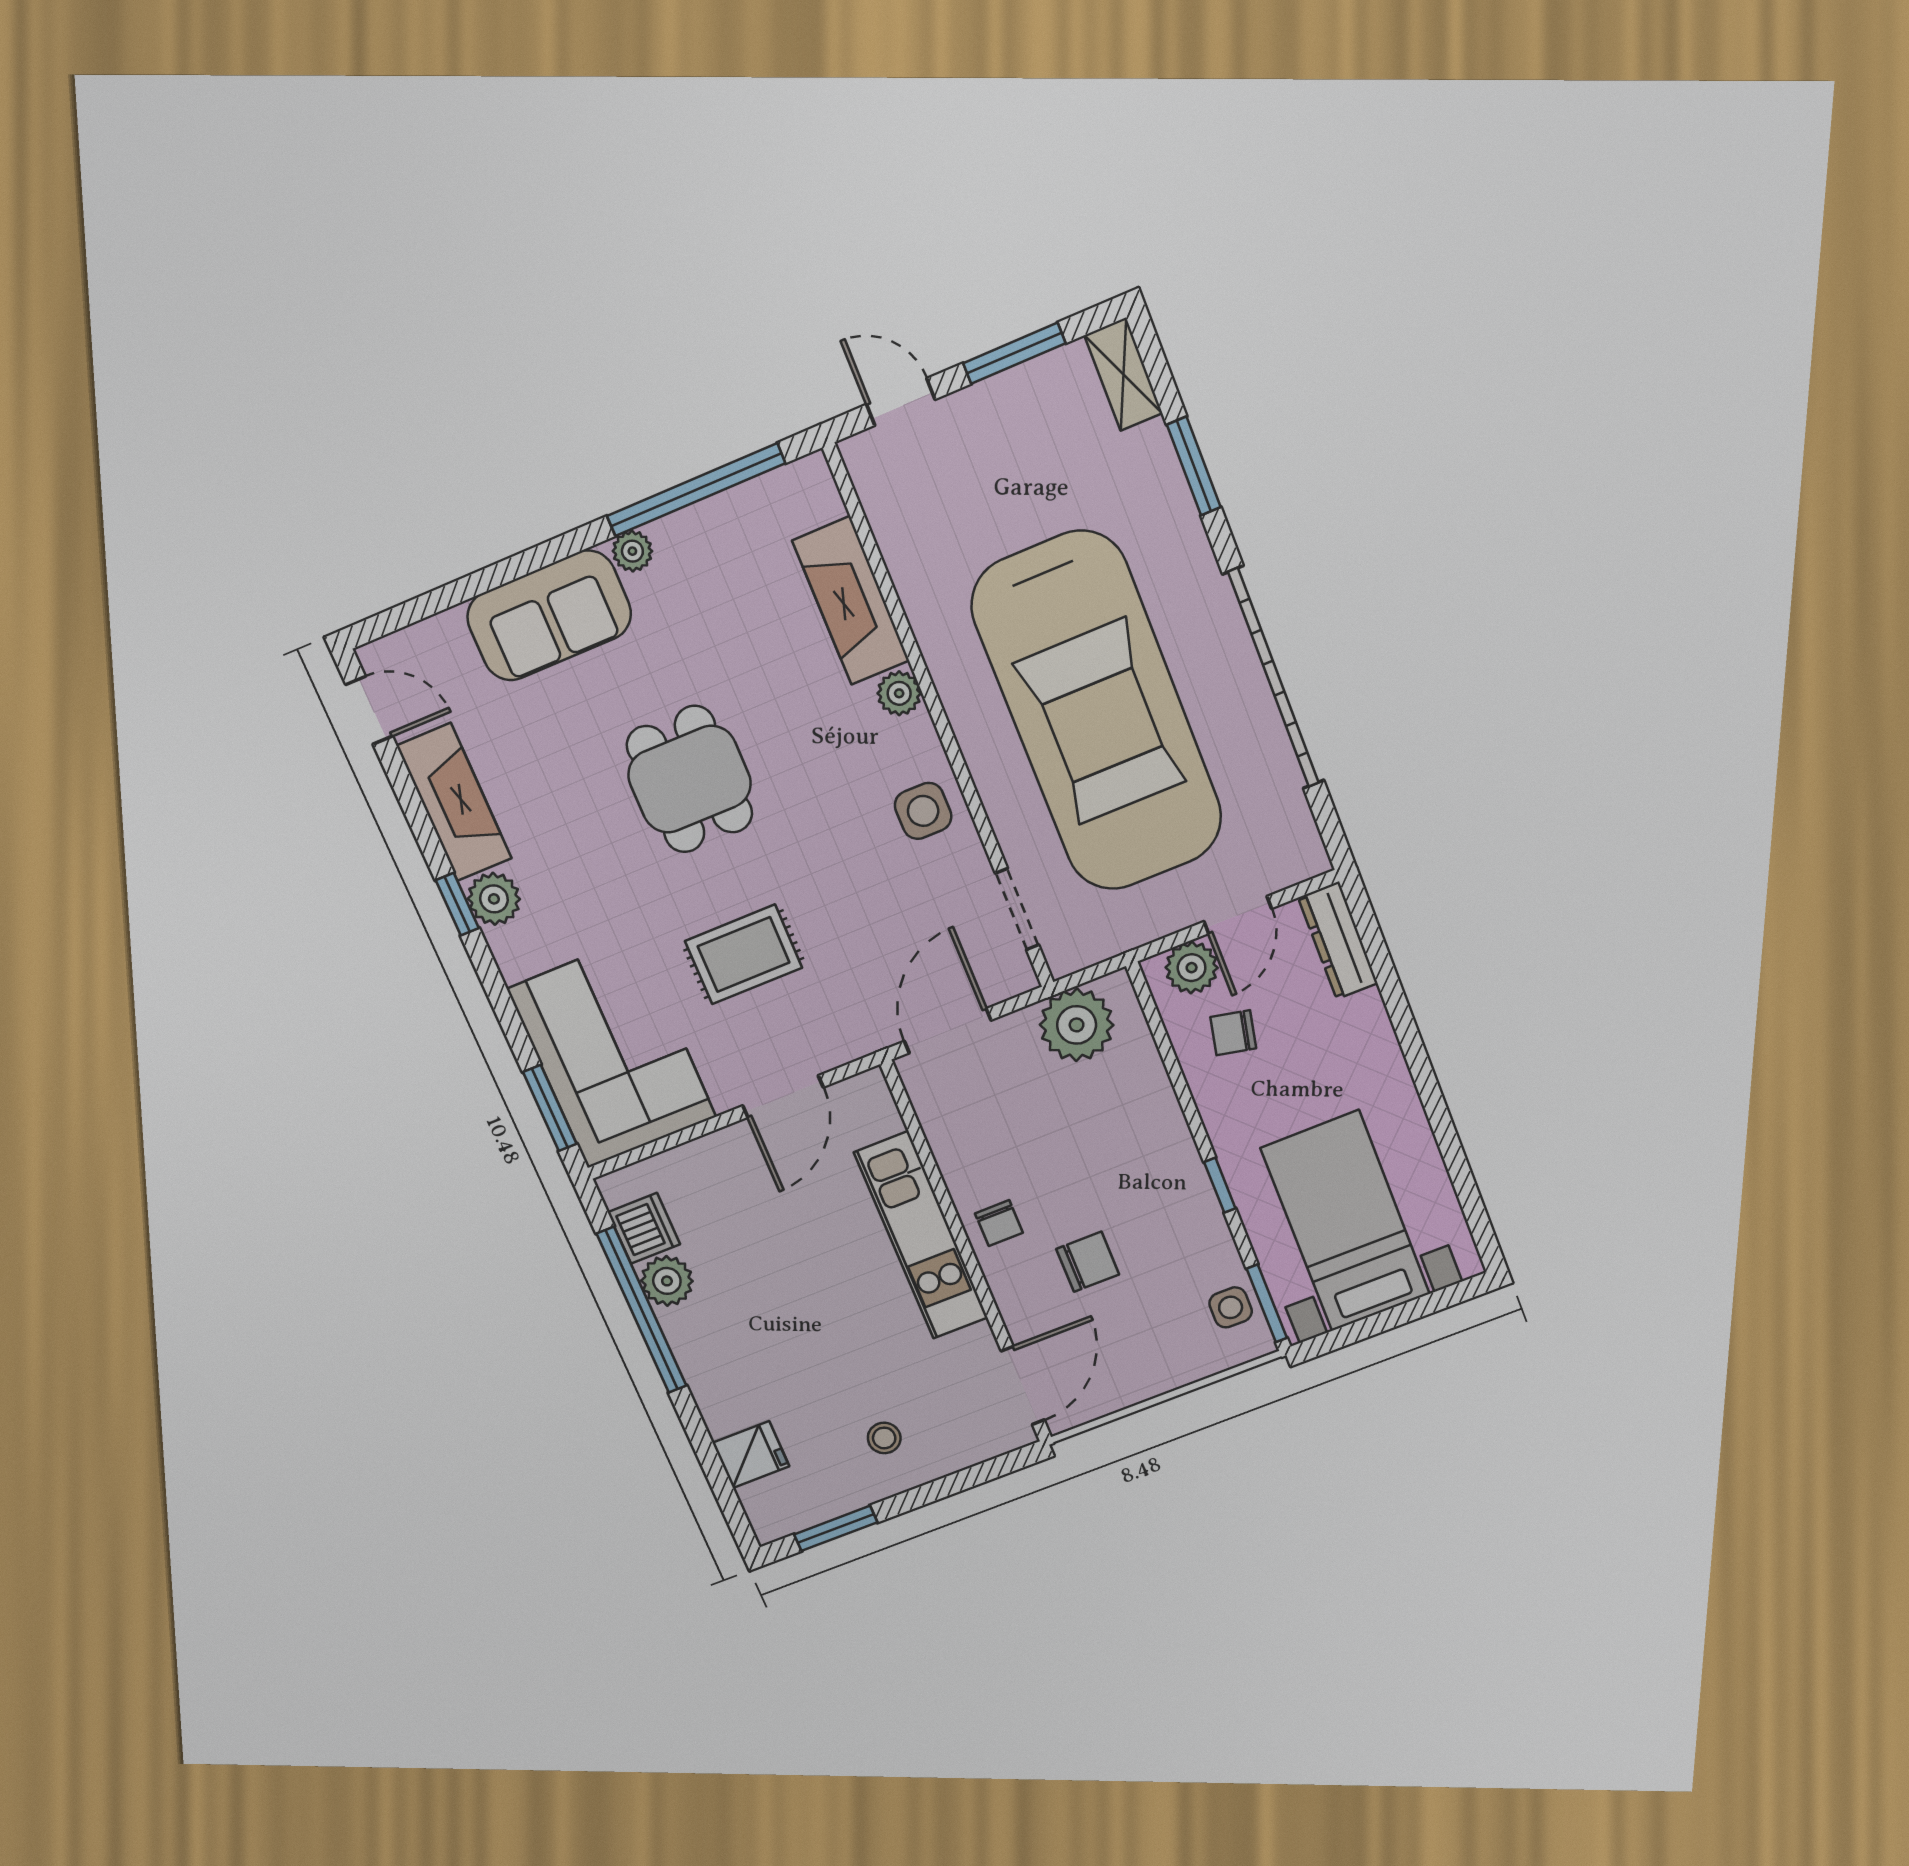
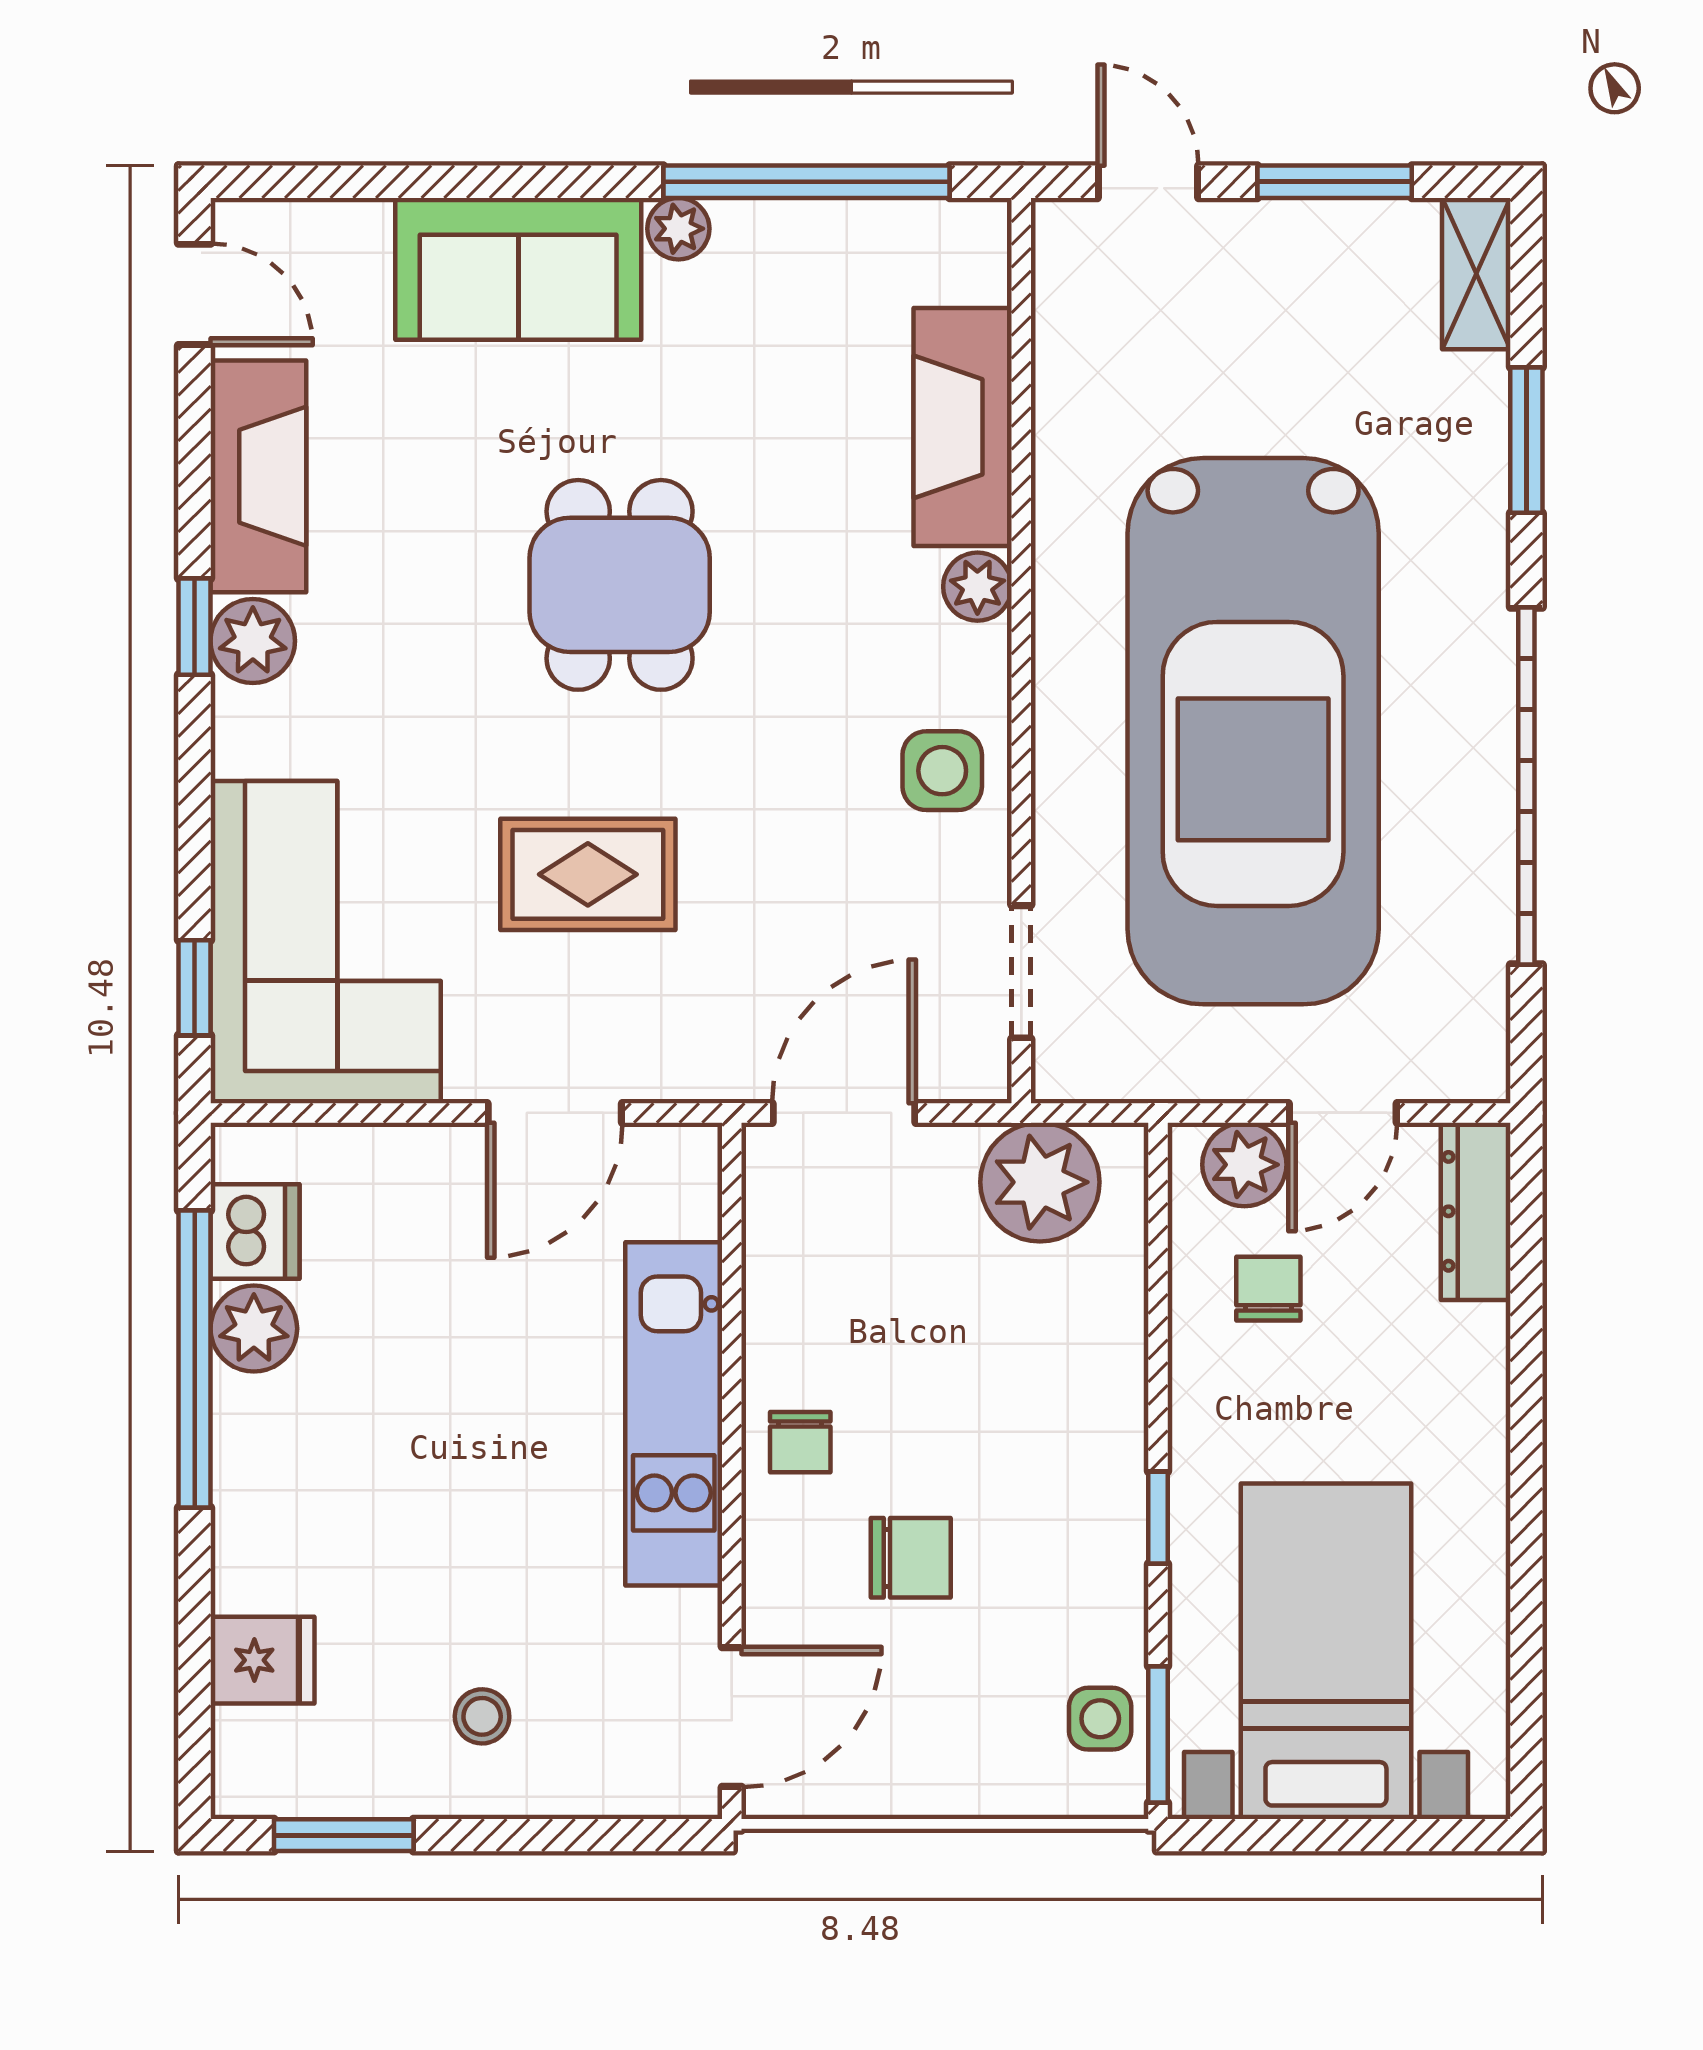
chair: (1233, 1033) -> (1268, 1289), turned 78
window: (550, 1108) -> (195, 988), width x0.67

